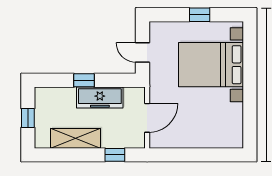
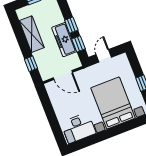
window: (113, 80) -> (79, 44), added
desk: (227, 124) -> (78, 128), added

